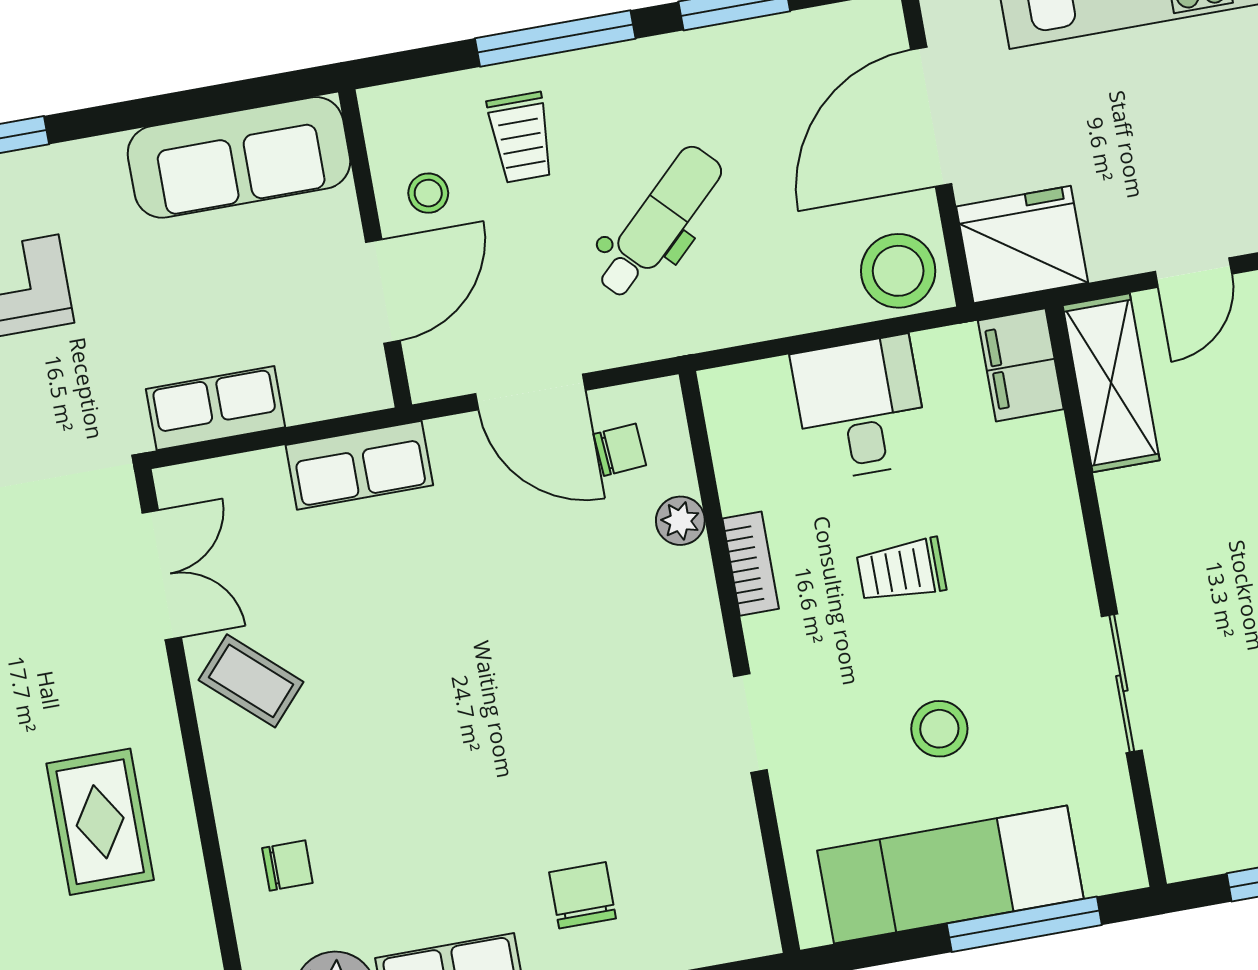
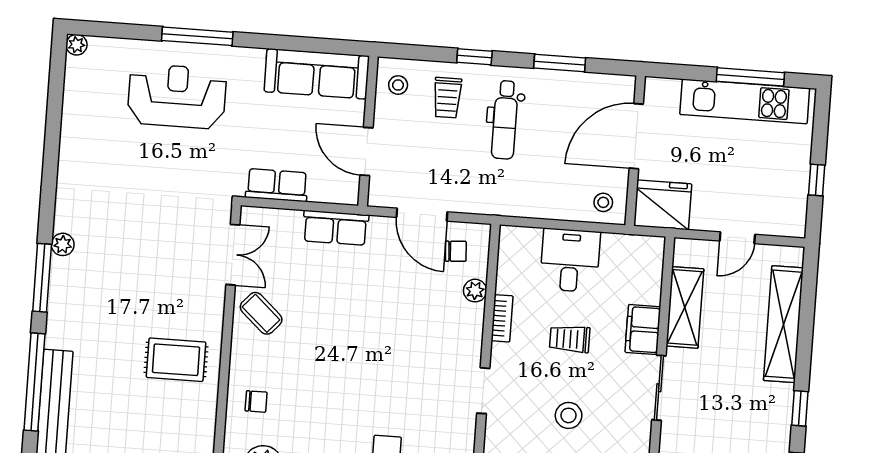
window: (555, 39) -> (474, 57), width x0.46
stool: (428, 193) -> (398, 85), moved
dental chair: (659, 222) -> (505, 120), moved, turned 134
stool: (898, 271) -> (603, 202), width x0.53, depth x0.53
door: (383, 291) -> (367, 152), swing flipped
filing cabinet: (1021, 365) -> (643, 330), moved
shelving: (1111, 383) -> (685, 307), moved
sliding door: (1122, 683) -> (659, 388), moved
rug: (100, 822) -> (176, 360), turned 90

